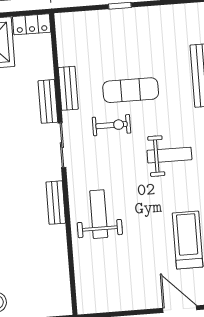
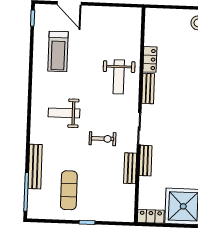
exercise mat: (131, 90) -> (69, 190), moved, turned 90
exercise bike: (112, 125) -> (102, 139), turned 180
locker: (58, 243) -> (150, 59), added

